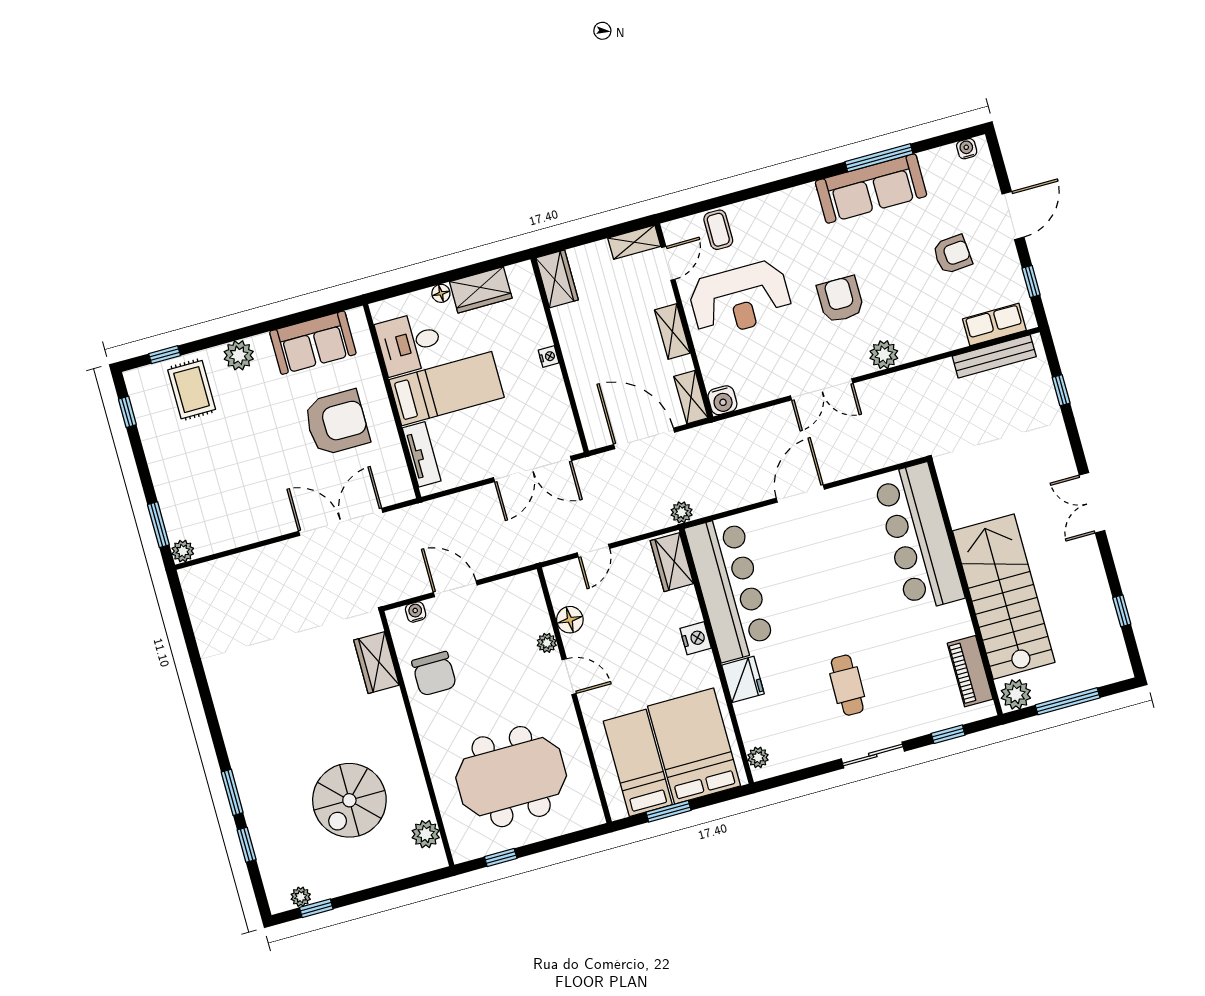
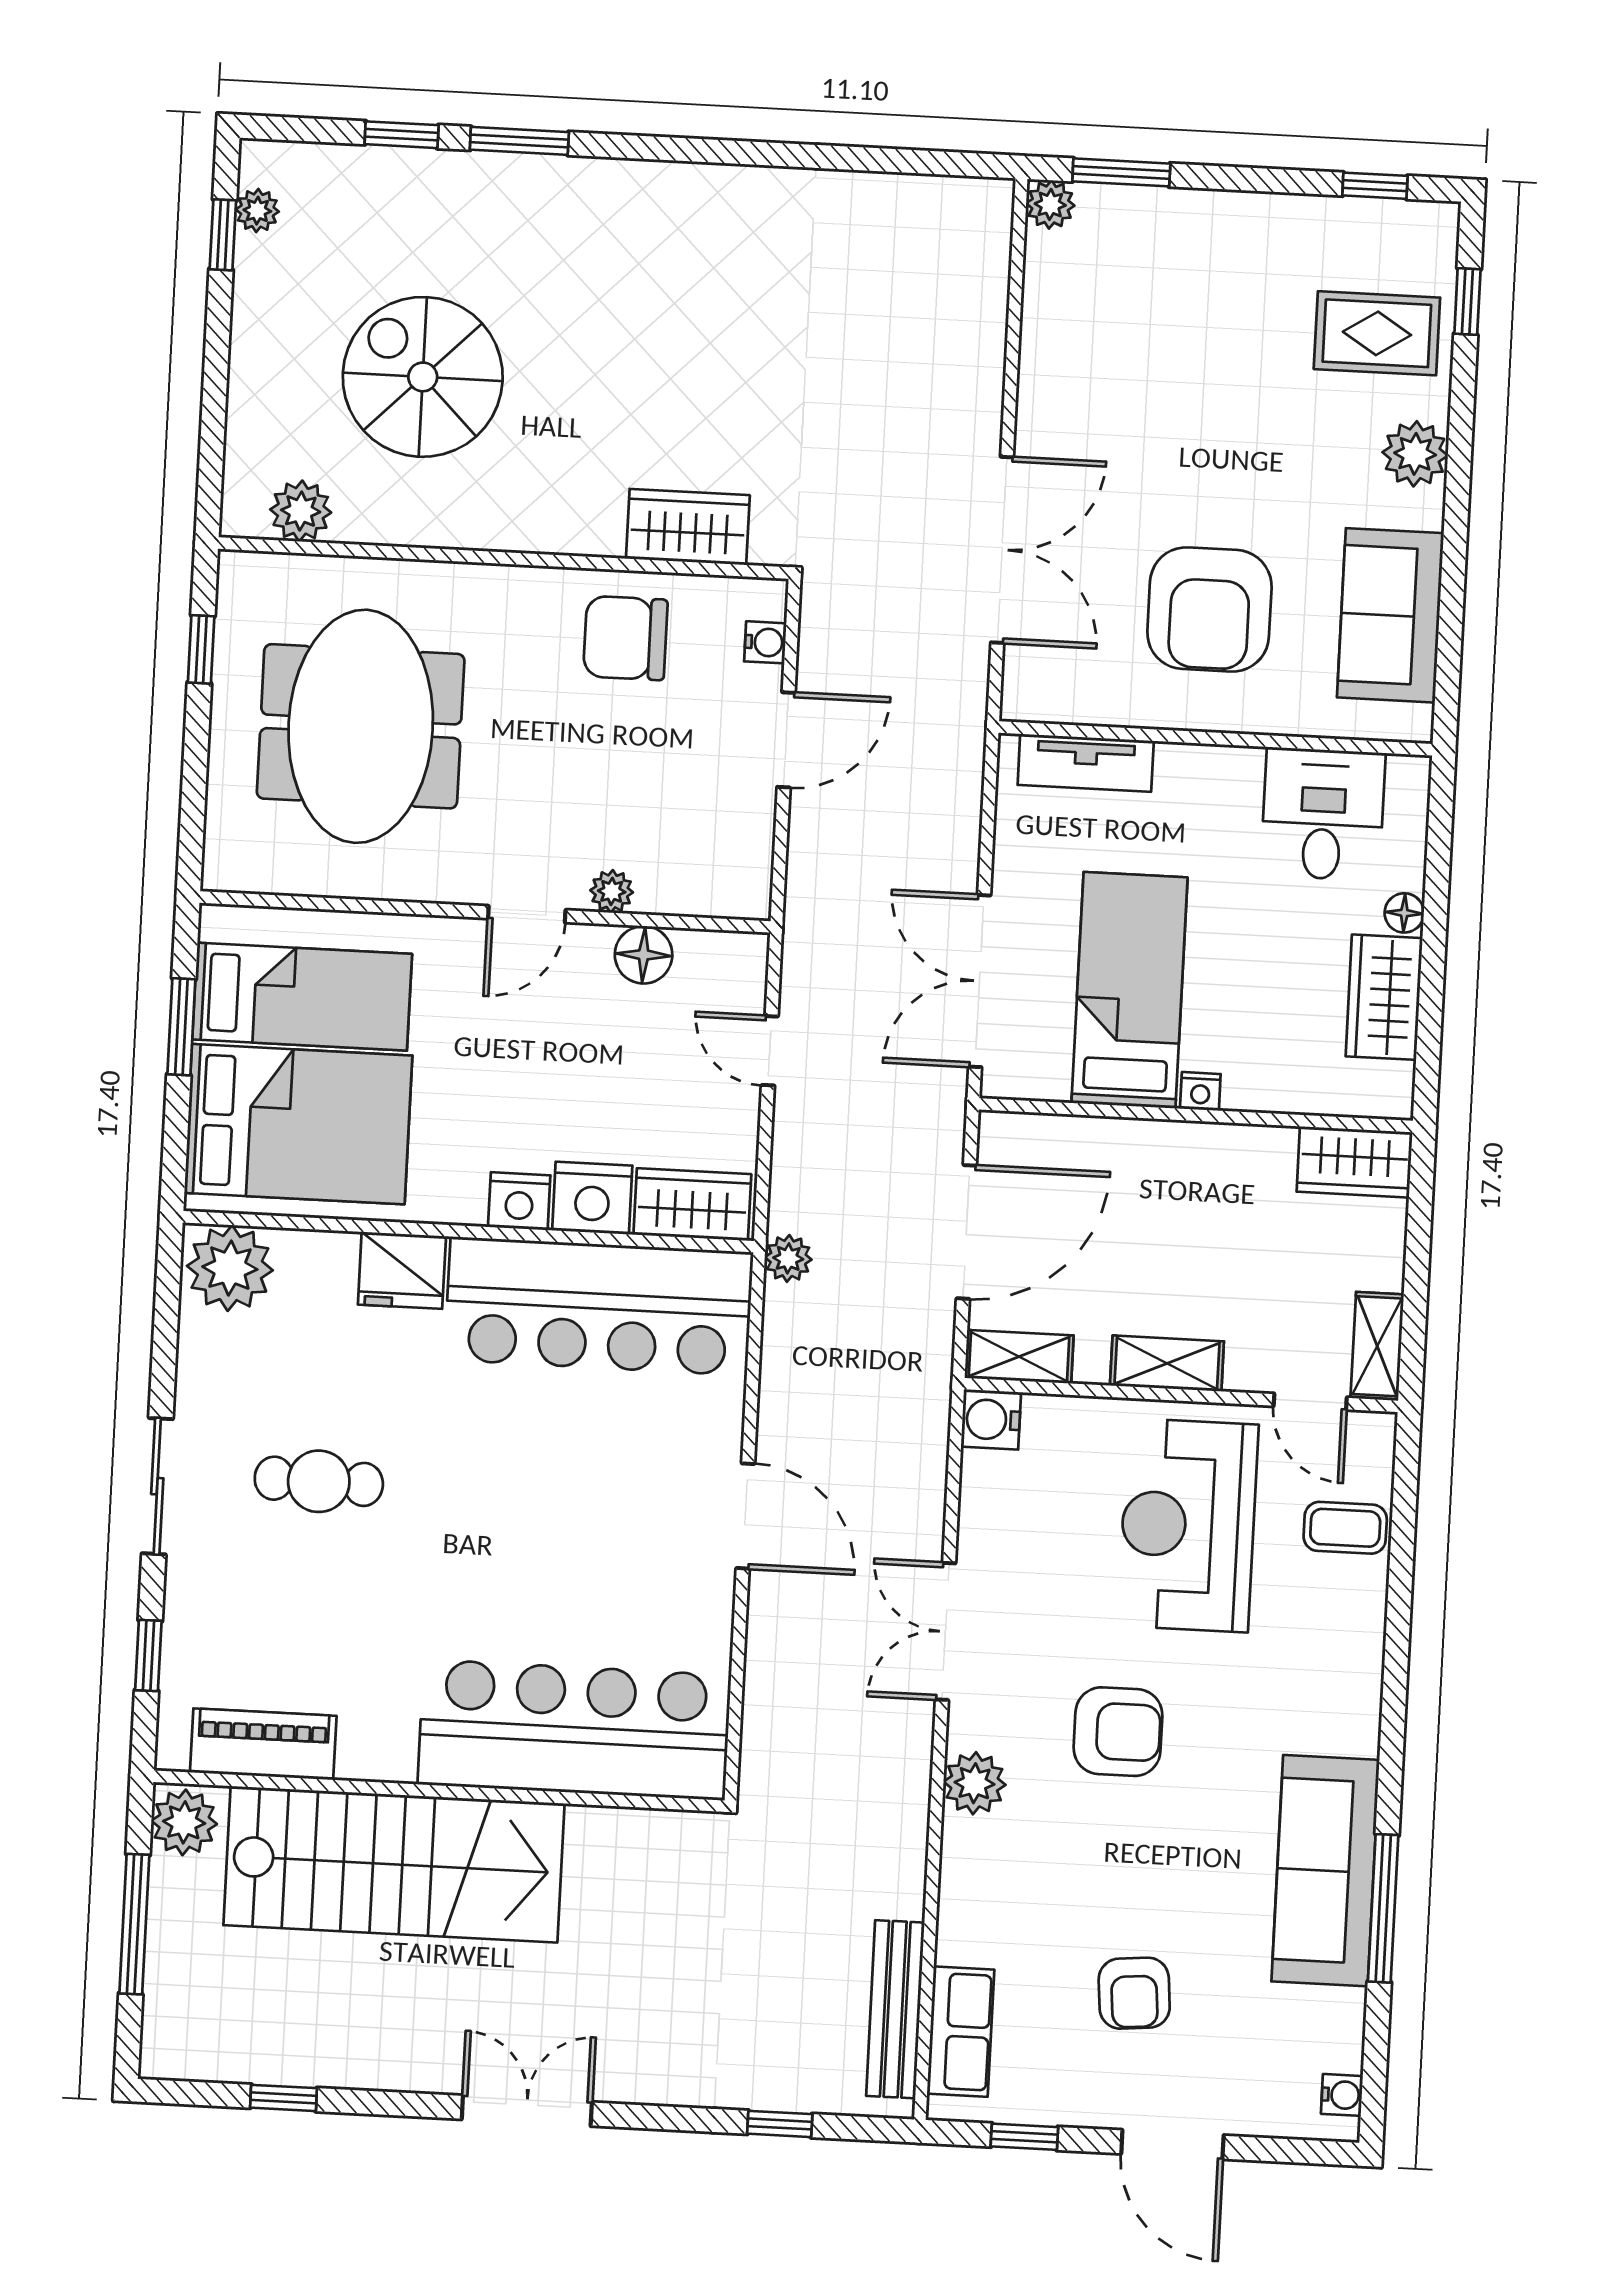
bed: (447, 389) -> (1129, 990), moved, turned 180
nightstand: (684, 607) -> (592, 1198), added
plant: (758, 757) -> (230, 1268), width x1.88, depth x1.88

